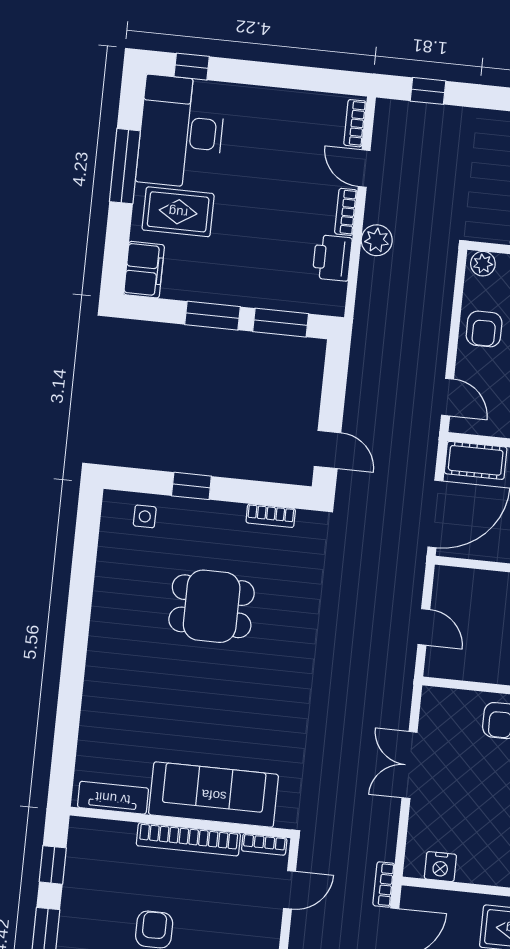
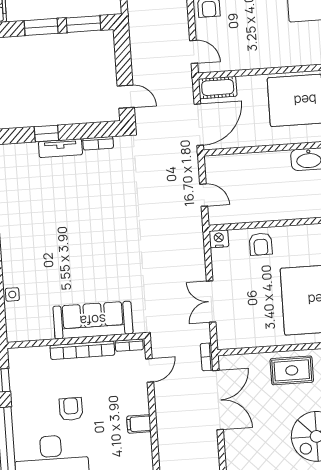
side table: (145, 516) -> (12, 294), moved
dining table: (212, 606) -> (72, 205), removed
double door: (410, 765) -> (211, 302), moved
tv unit: (113, 798) -> (60, 148), moved, turned 180
nightstand: (440, 867) -> (219, 239), moved, turned 180

